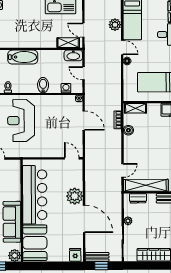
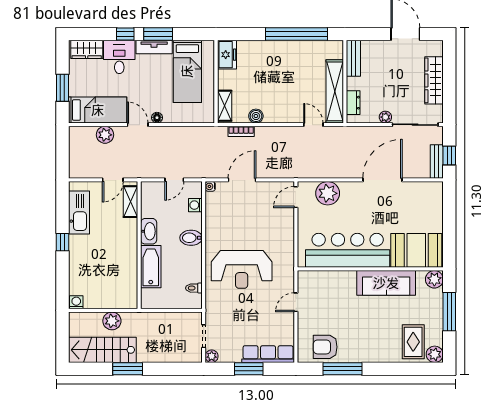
door: (122, 47) -> (138, 125), hinge flipped
washbasin: (73, 55) -> (149, 231), moved
plant: (75, 196) -> (328, 193), moved
fridge: (75, 255) -> (434, 193), removed

